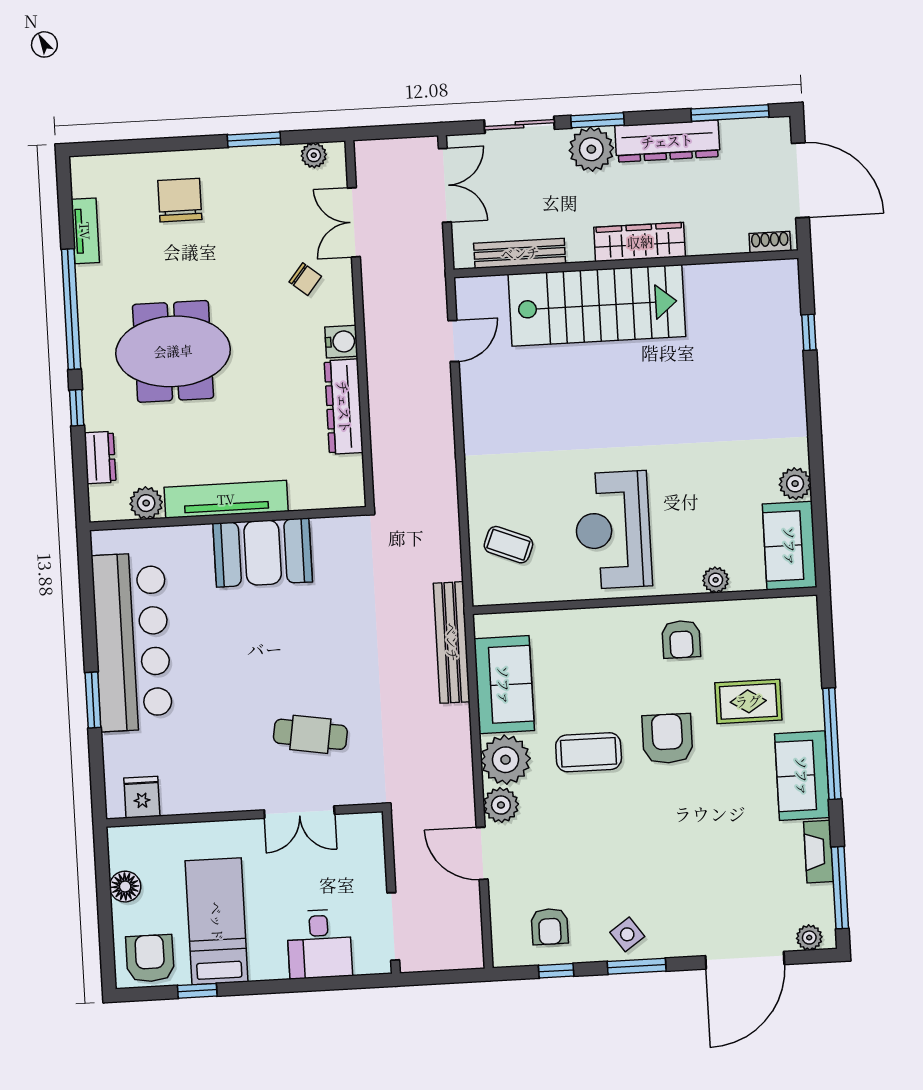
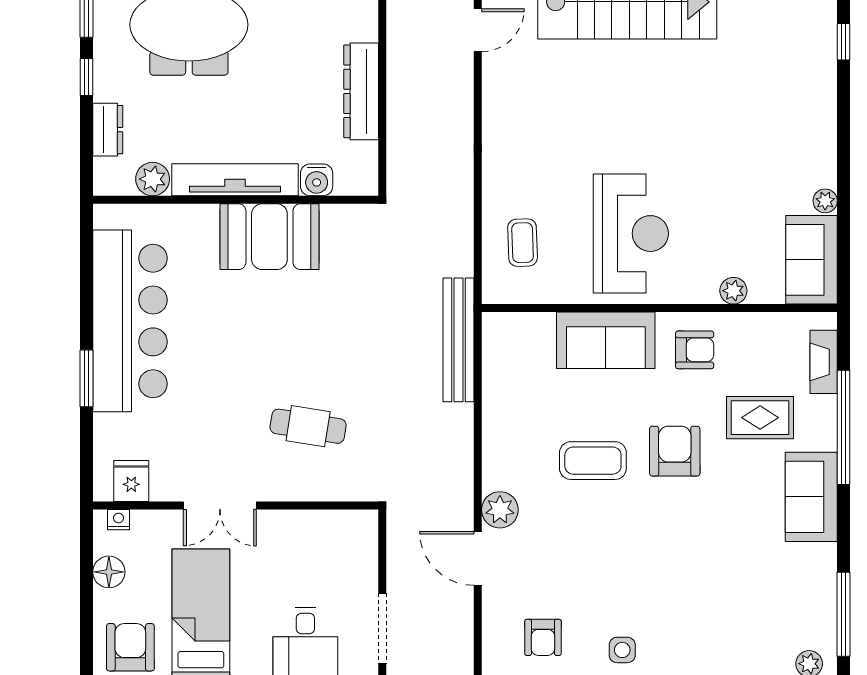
water cooler: (341, 342) -> (317, 180), moved, turned 90
plant: (795, 484) -> (825, 201), width x0.73, depth x0.73
reception desk: (613, 530) -> (631, 234), turned 180
coffee table: (508, 545) -> (523, 243), turned 66
armchair: (681, 639) -> (695, 350), turned -90
sofa: (504, 685) -> (606, 340), moved, turned 90
window: (832, 744) -> (844, 427), moved
plant: (506, 760) -> (507, 463), removed
double door: (299, 812) -> (220, 506), moved
nightstand: (132, 835) -> (119, 520), added
fireplace: (819, 852) -> (824, 362), moved
side table: (627, 934) -> (622, 650), turned 35

